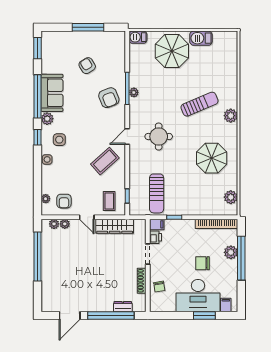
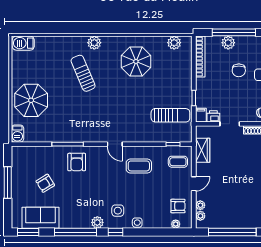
barbecue: (201, 38) -> (23, 43), moved, turned 90
plant: (134, 92) -> (72, 138), removed
sofa: (52, 93) -> (40, 218), moved
armchair: (109, 98) -> (77, 162), turned 111
round table: (159, 137) -> (115, 113), removed
coffee table: (105, 161) -> (139, 166), turned -48
wardrobe: (115, 226) -> (203, 150), width x0.67

